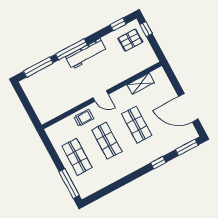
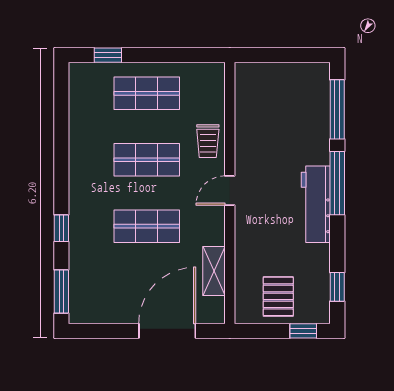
pallet: (130, 40) -> (278, 296), moved
door: (188, 108) -> (167, 331), moved
window: (69, 184) -> (108, 55), width x0.46

